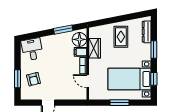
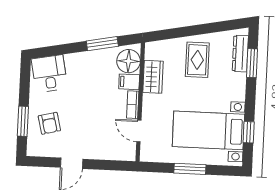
window: (154, 49) -> (252, 63), moved

